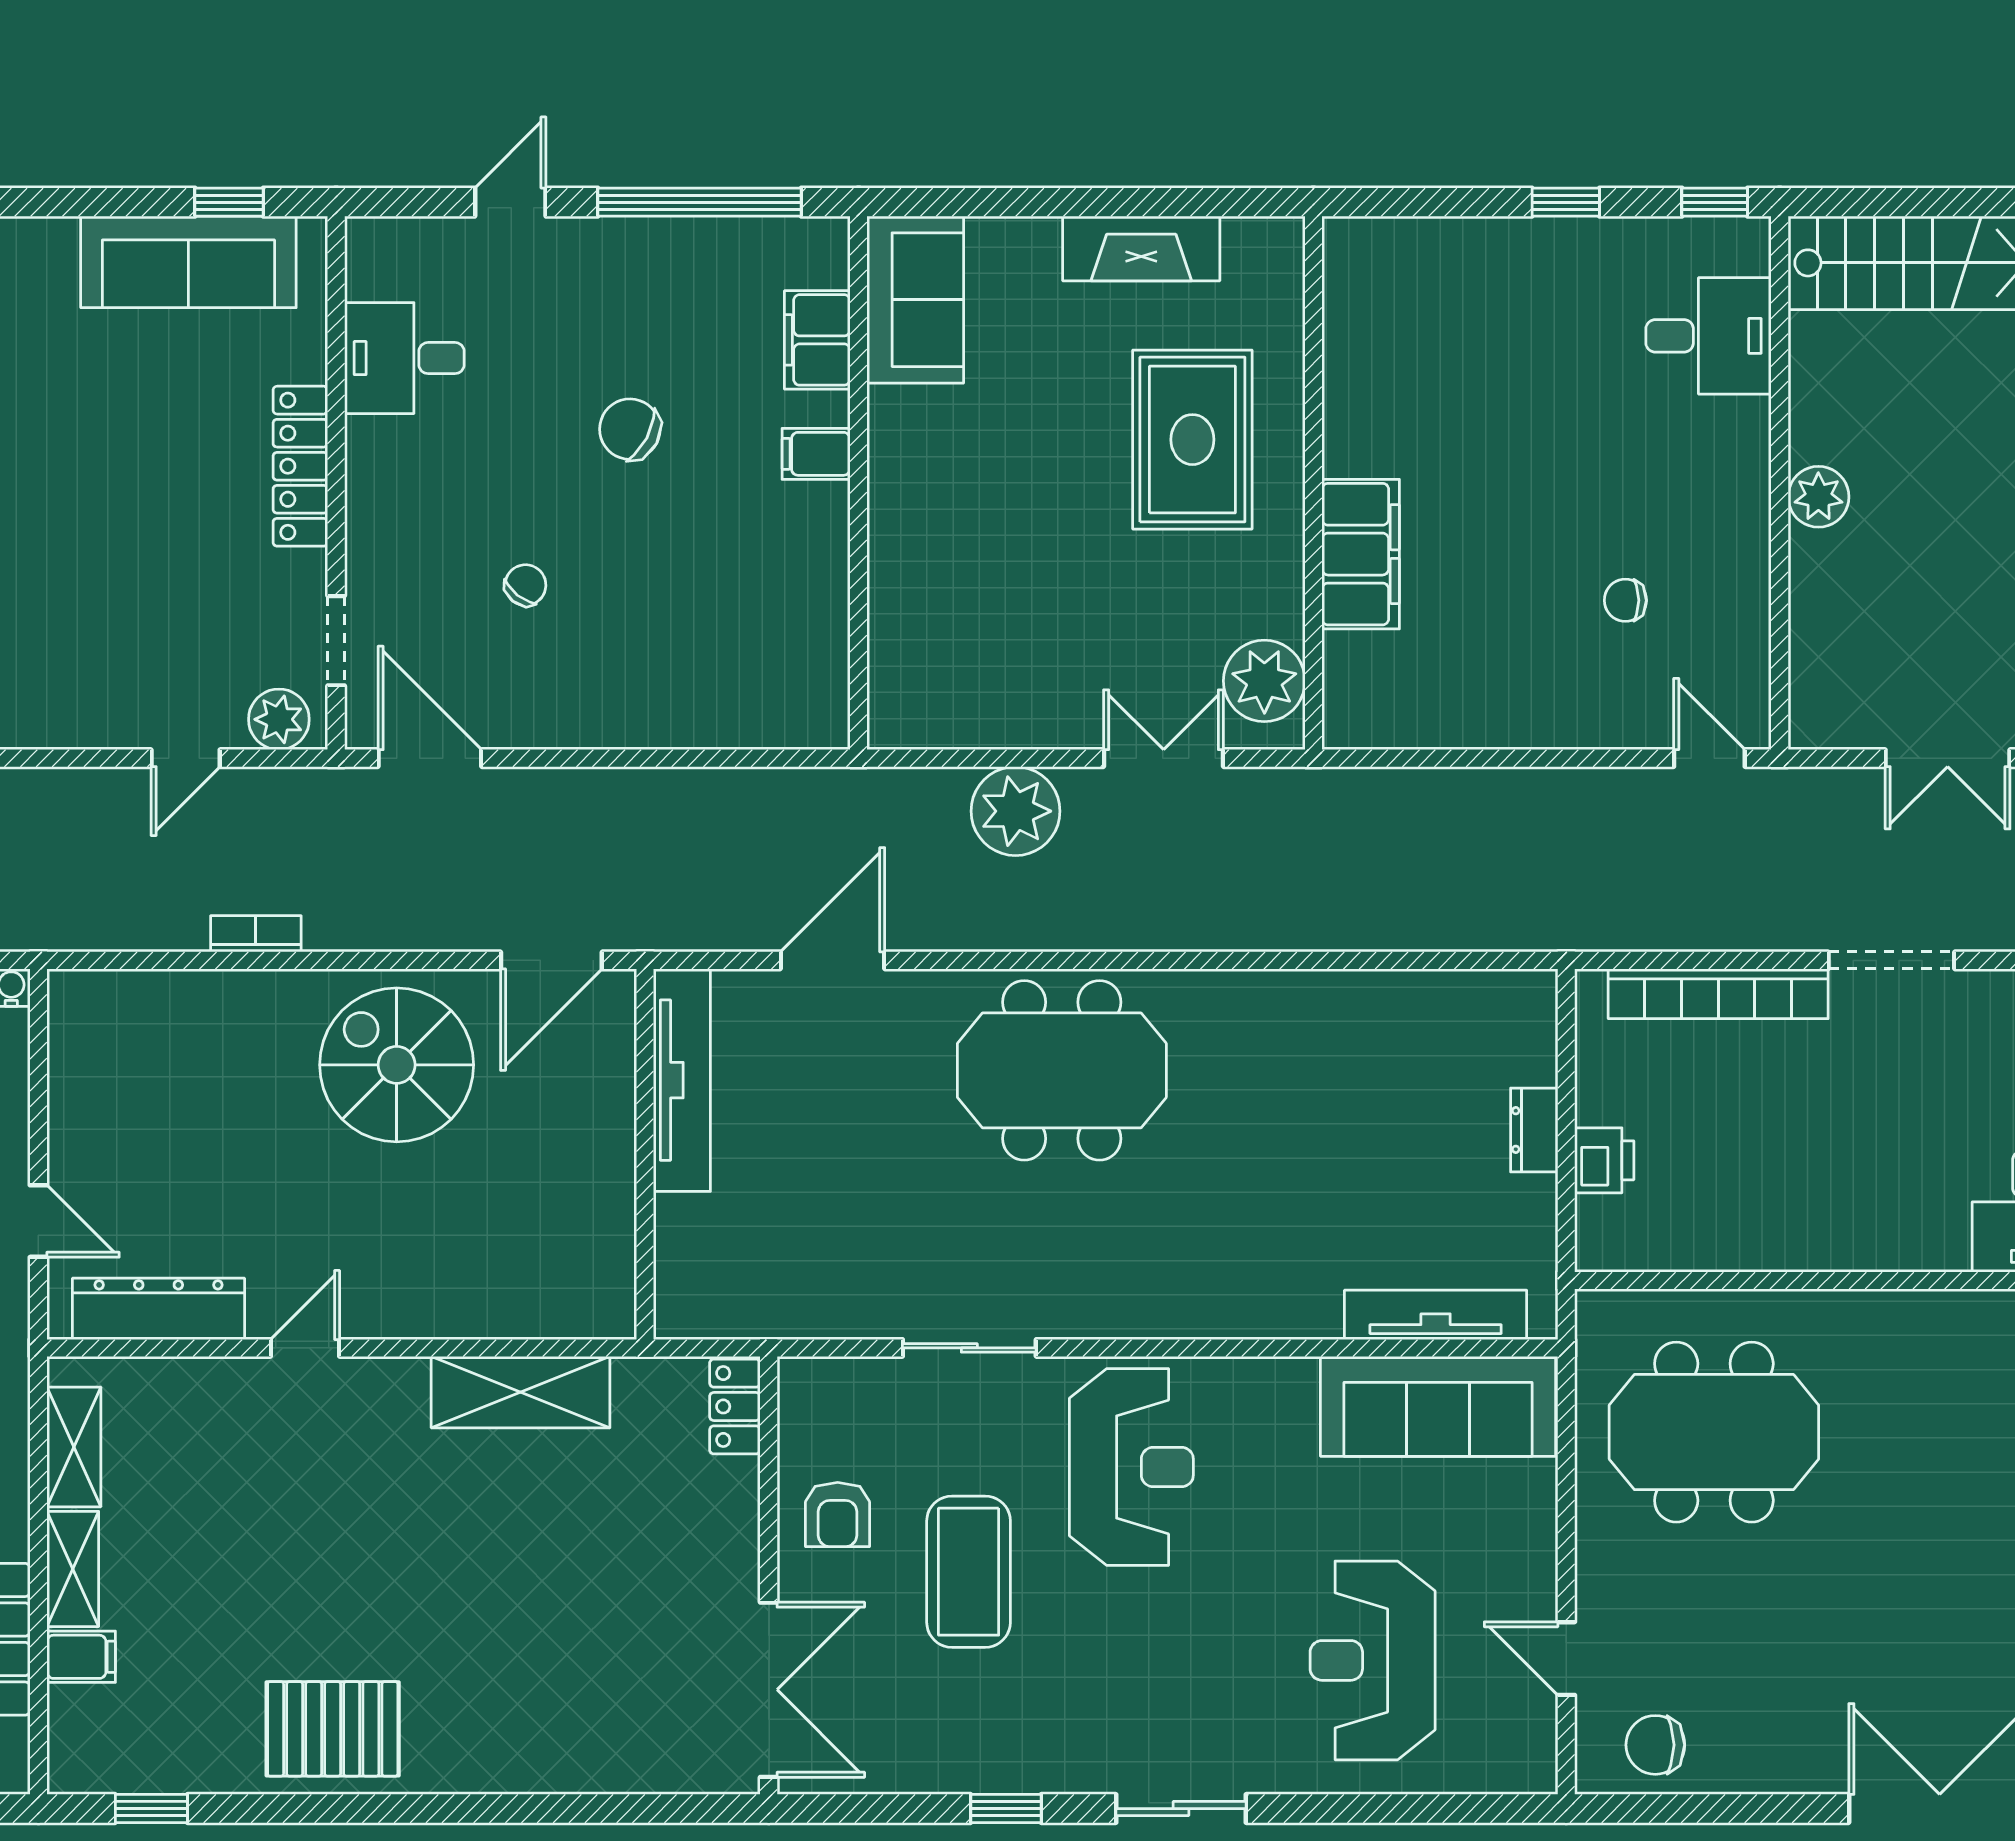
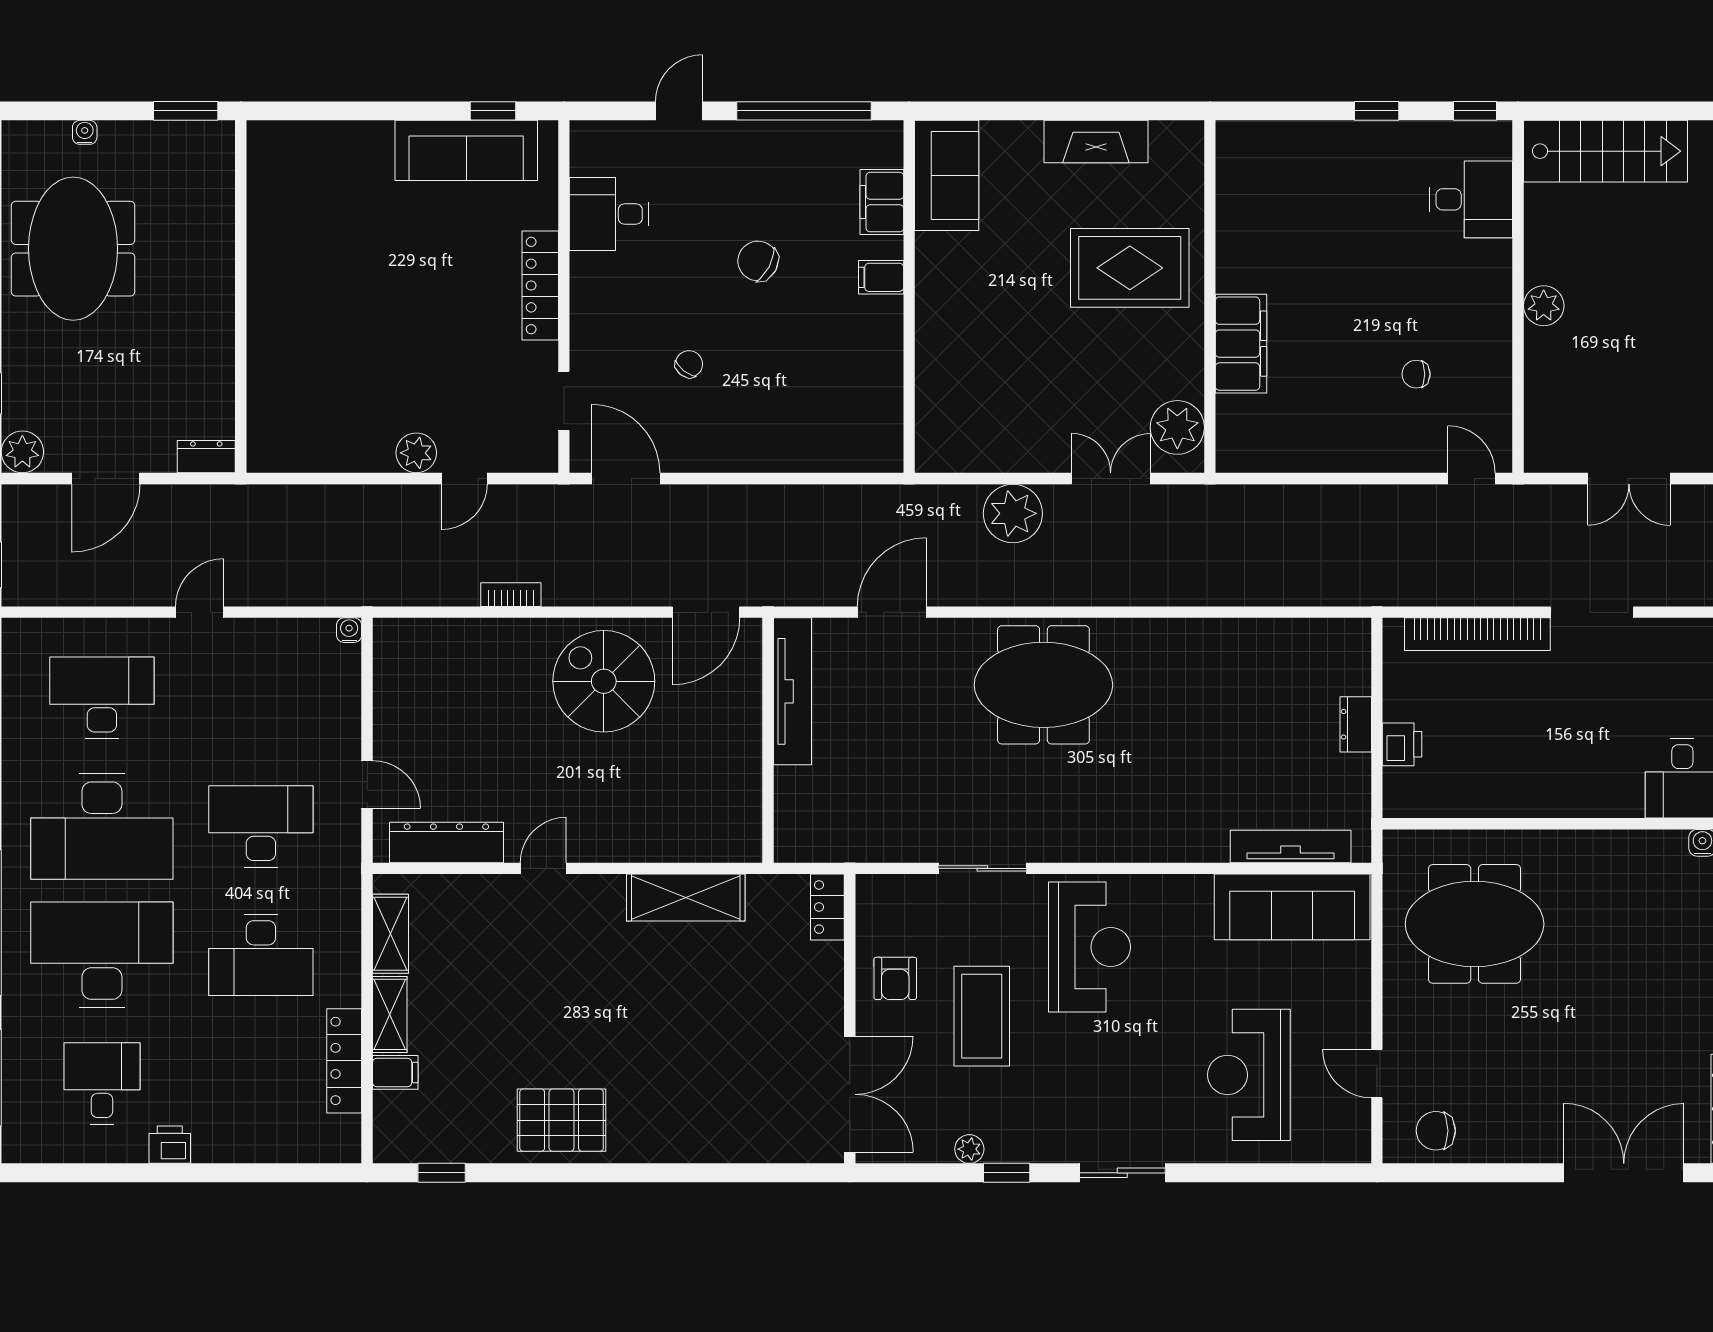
rug: (1192, 440) -> (1130, 268), turned 90
plant: (279, 719) -> (416, 453), moved
plant: (950, 1773) -> (969, 1149), added

